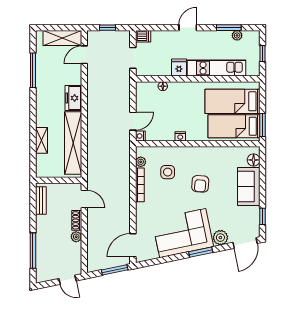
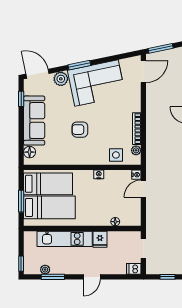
window: (262, 53) -> (21, 264), moved
window: (262, 125) -> (21, 201), moved
side table: (168, 172) -> (116, 155), moved
armchair: (200, 184) -> (80, 130), turned -94
sofa: (249, 186) -> (34, 121), width x1.36
door: (245, 243) -> (38, 74), hinge flipped

